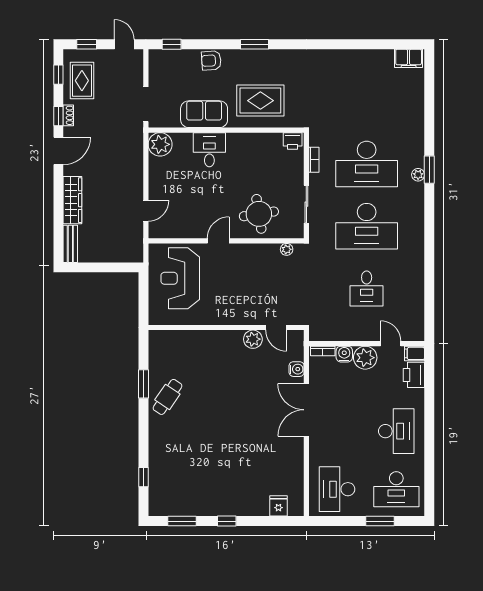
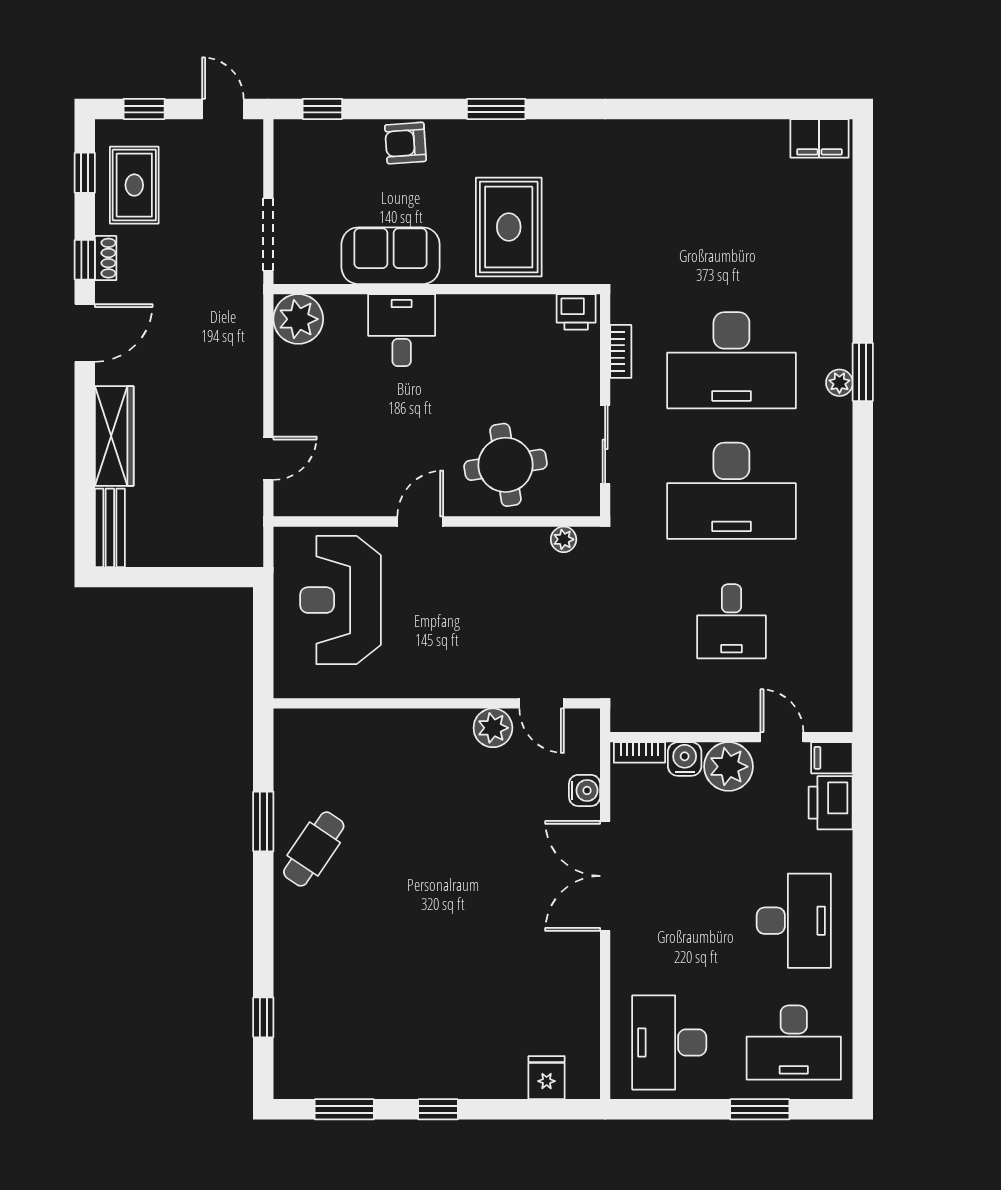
rug: (260, 101) -> (509, 227), turned 90

